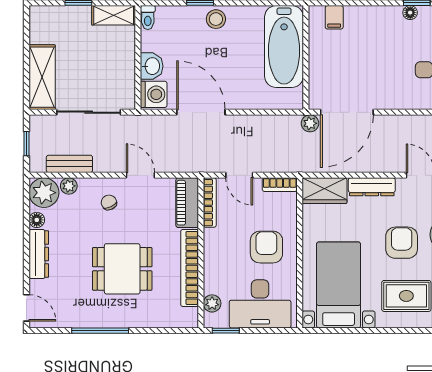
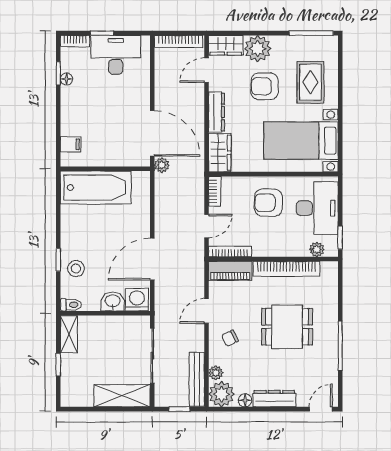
stool: (216, 19) -> (76, 269), moved
bench: (69, 164) -> (197, 379), width x1.36
dining table: (122, 269) -> (287, 327), turned 90

